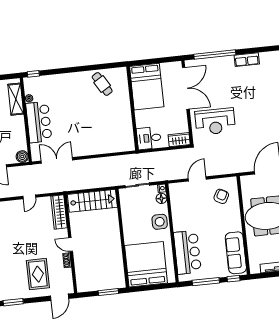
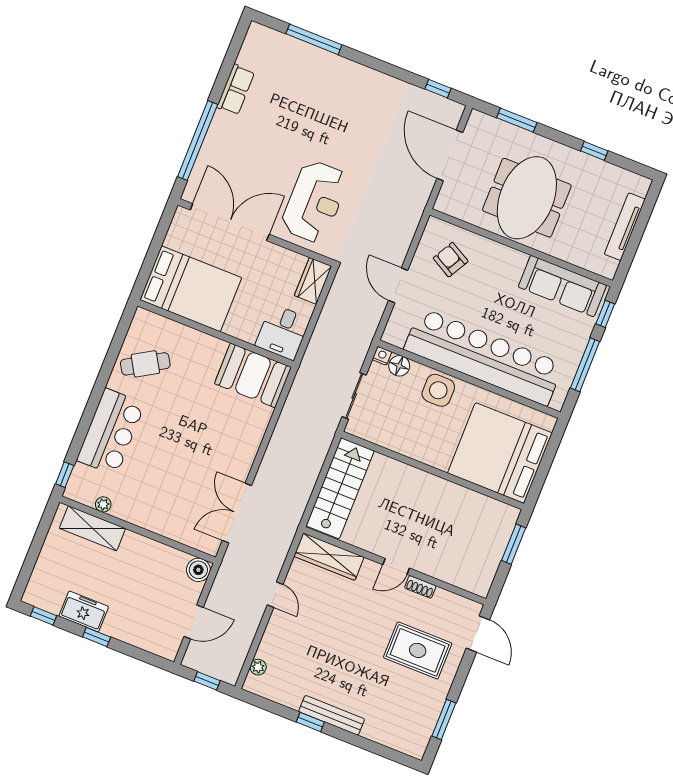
bar counter: (39, 122) -> (111, 432), moved, turned 90
booth: (122, 135) -> (253, 375), added
bar counter: (187, 252) -> (484, 357), width x1.86

